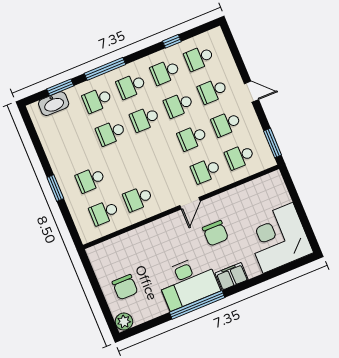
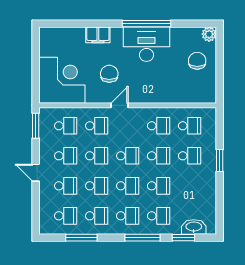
window: (172, 41) -> (81, 238), width x2.17
school desk: (158, 152) -> (128, 156), added
school desk: (124, 166) -> (159, 156), added
corner desk: (278, 238) -> (62, 80), moved, turned -90
filing cabinet: (232, 276) -> (98, 35), moved

